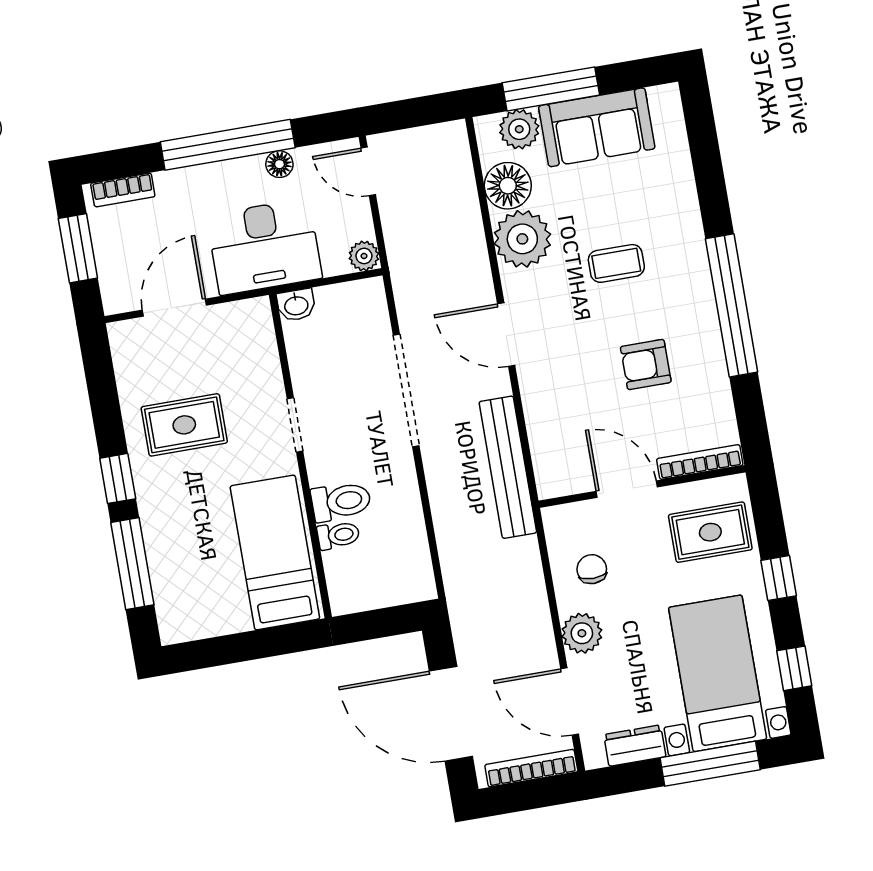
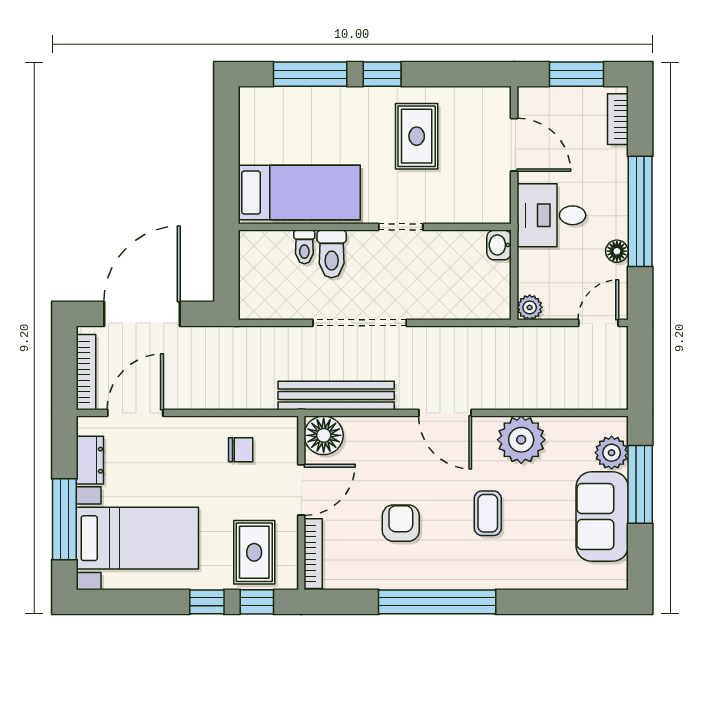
floor lamp: (508, 186) -> (324, 435), moved
desk: (264, 247) -> (551, 215), width x0.73
door: (506, 335) -> (445, 413), swing flipped
doorway: (406, 390) -> (360, 323), moved
plant: (582, 633) -> (189, 433), removed
window: (794, 668) -> (257, 602), moved

